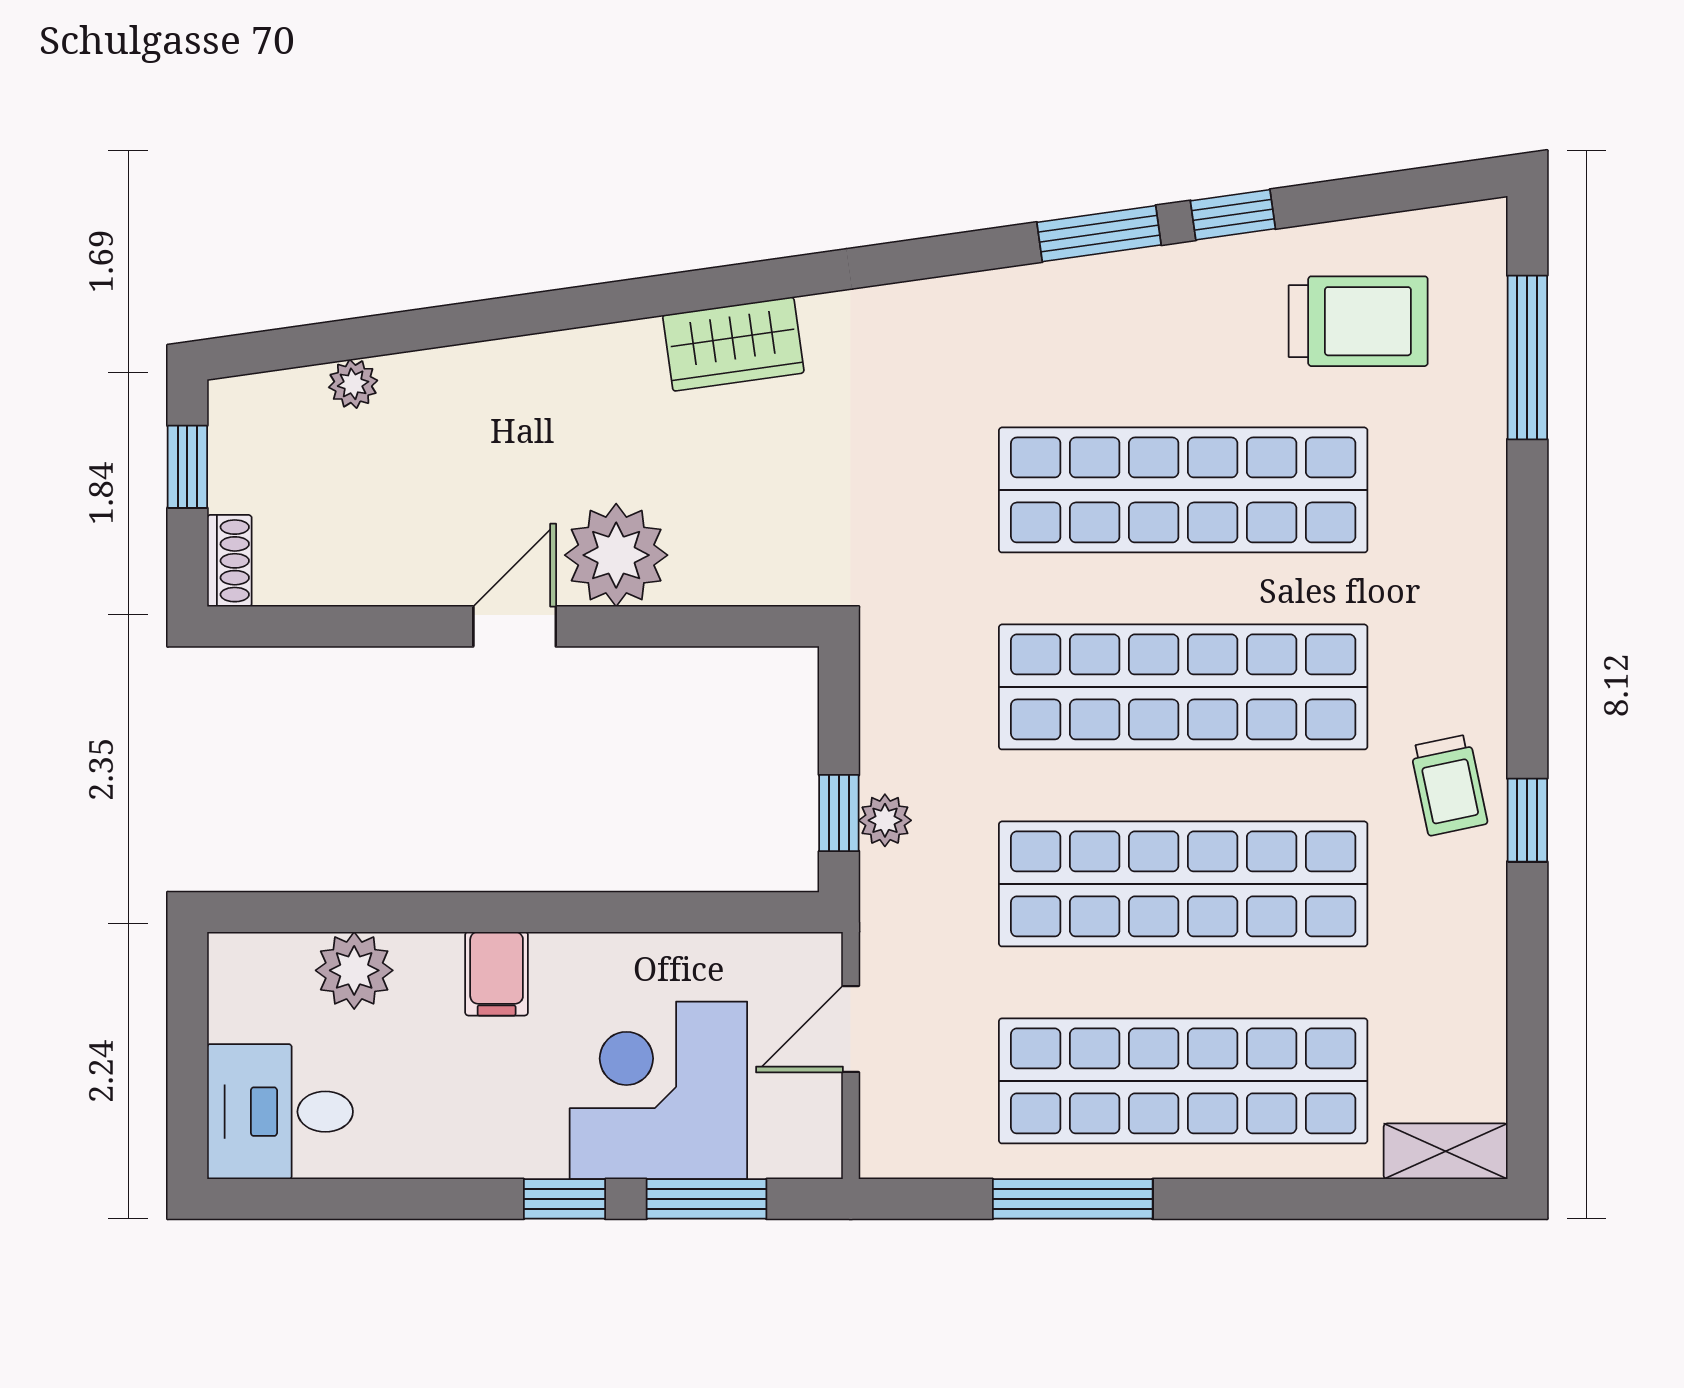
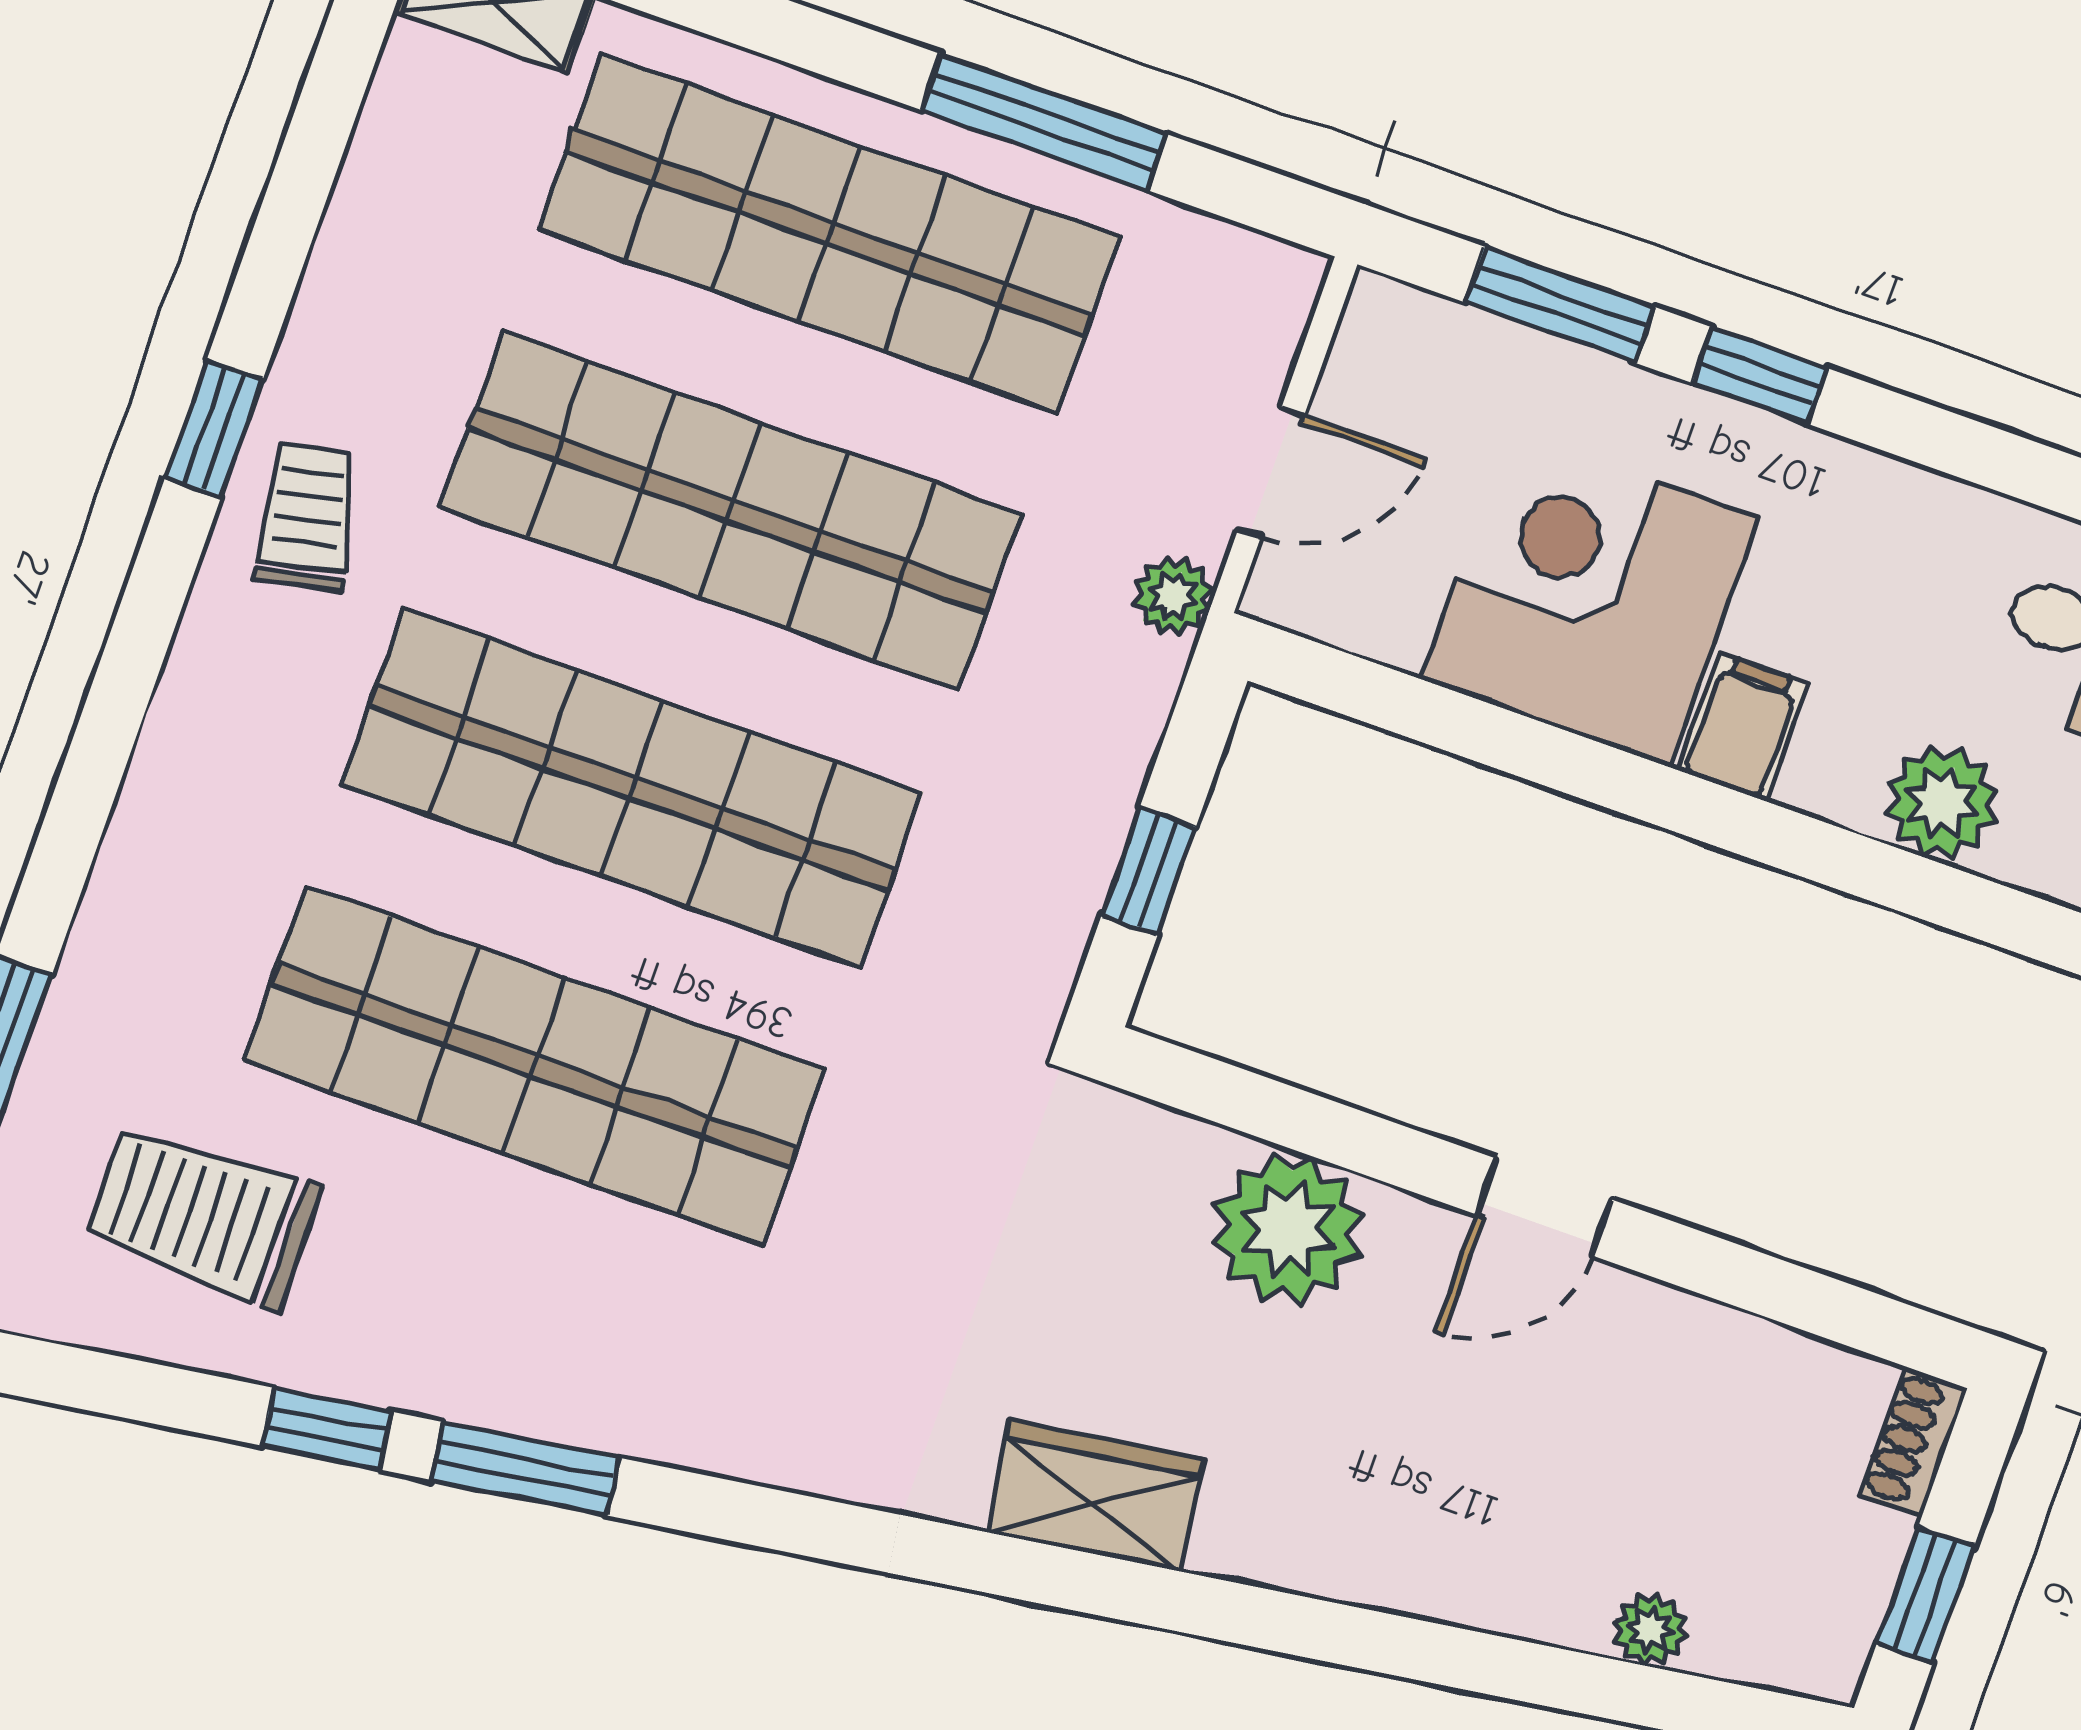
plant: (616, 555) -> (1287, 1229), moved
window: (839, 813) -> (1149, 871), moved
plant: (885, 820) -> (1173, 596), moved
corner desk: (658, 1090) -> (1589, 598), moved, turned 180

